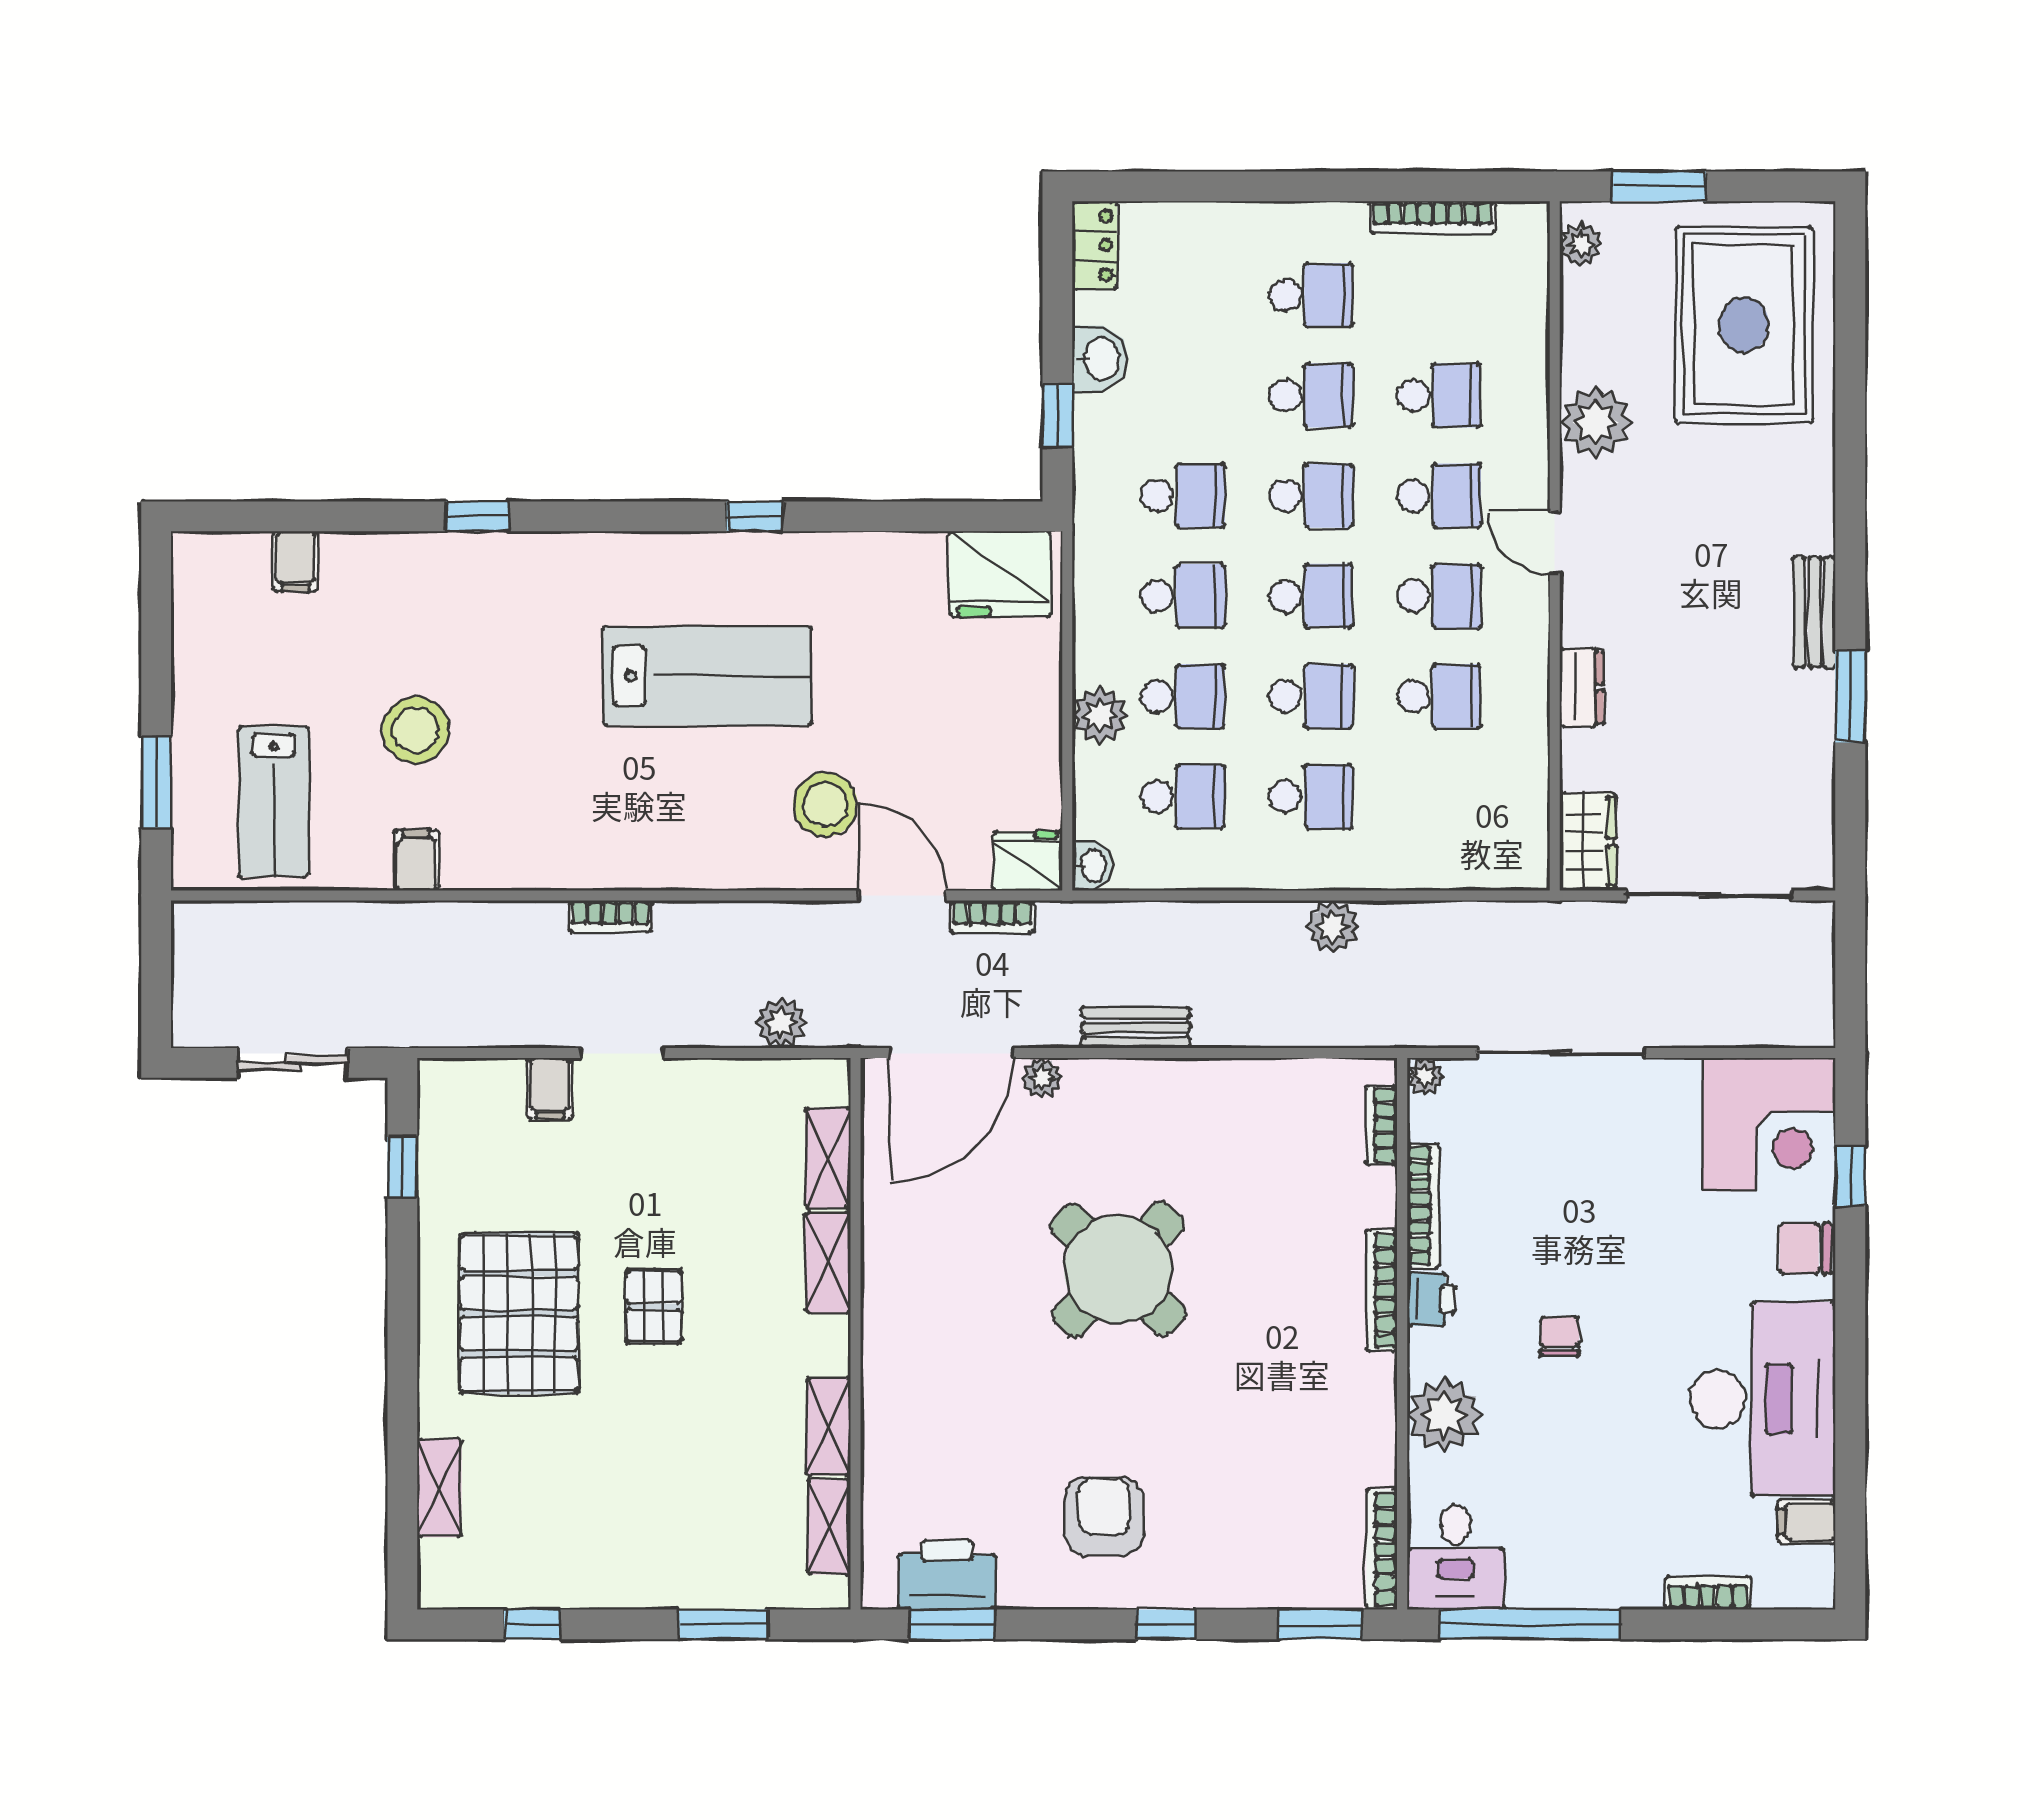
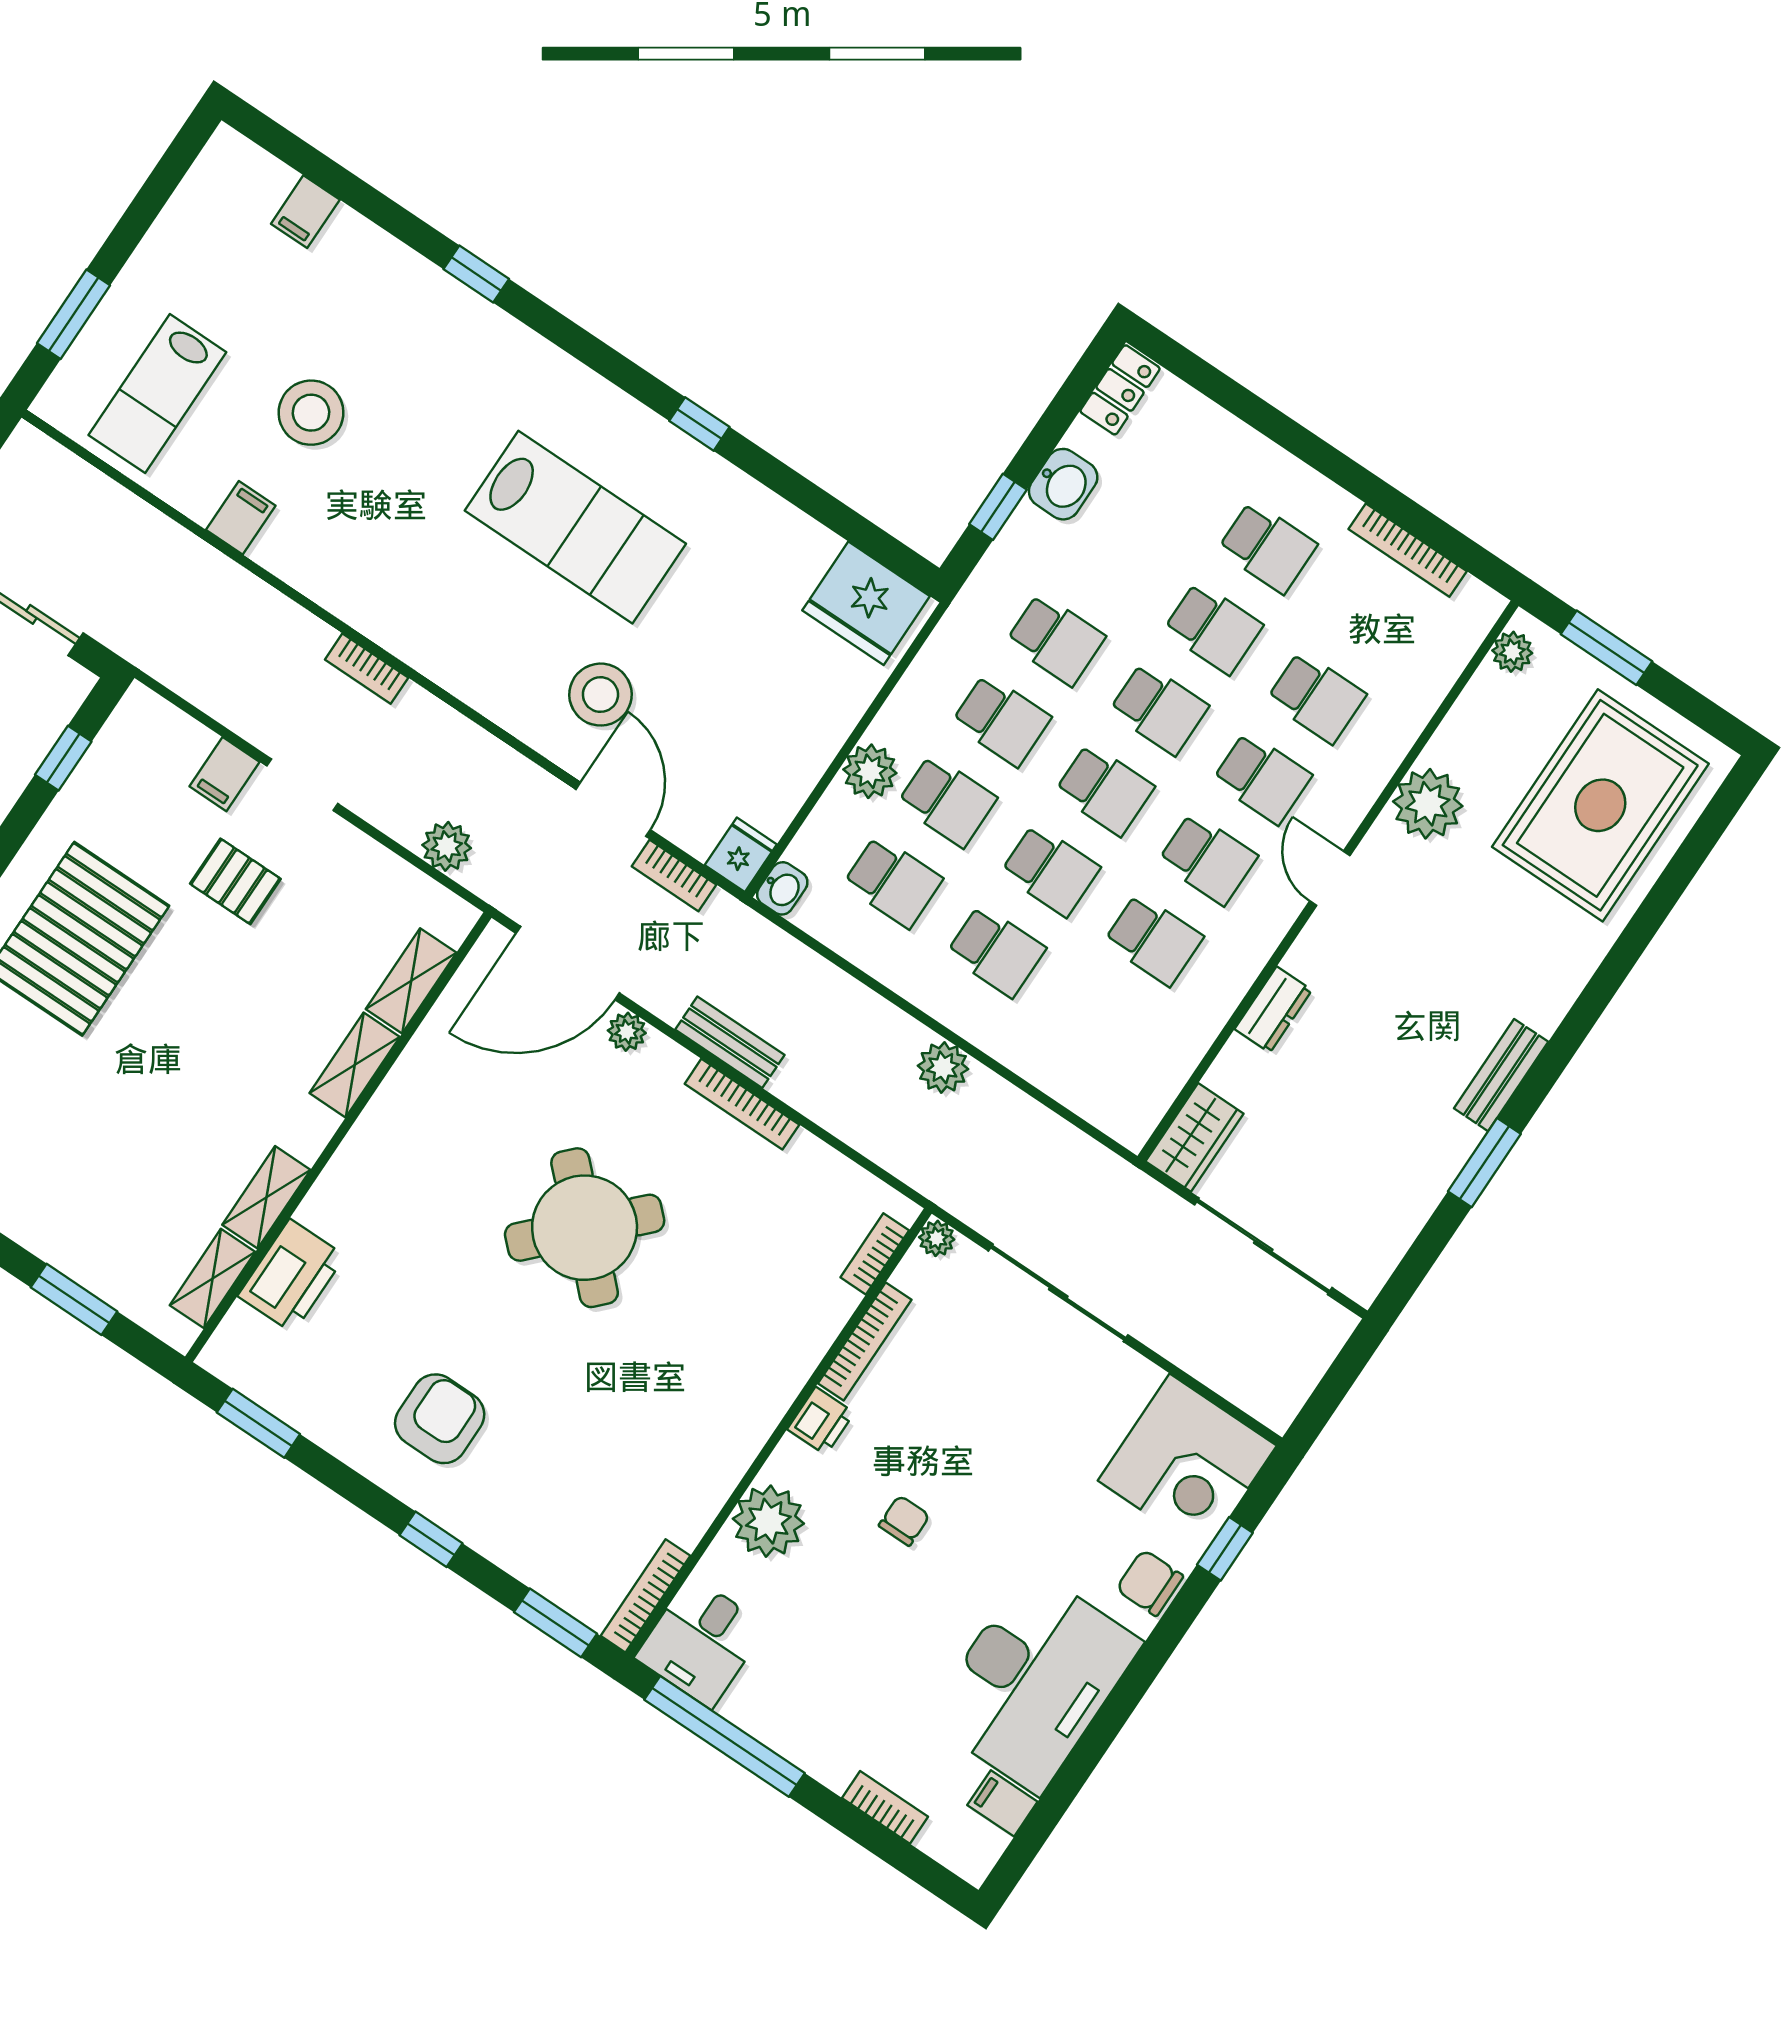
fridge: (1028, 861) -> (741, 855), width x0.72
bookcase: (1382, 1290) -> (742, 1104), moved, turned -90
pallet: (654, 1307) -> (235, 881), moved, turned 90
printer: (947, 1575) -> (291, 1276), moved, turned 90

